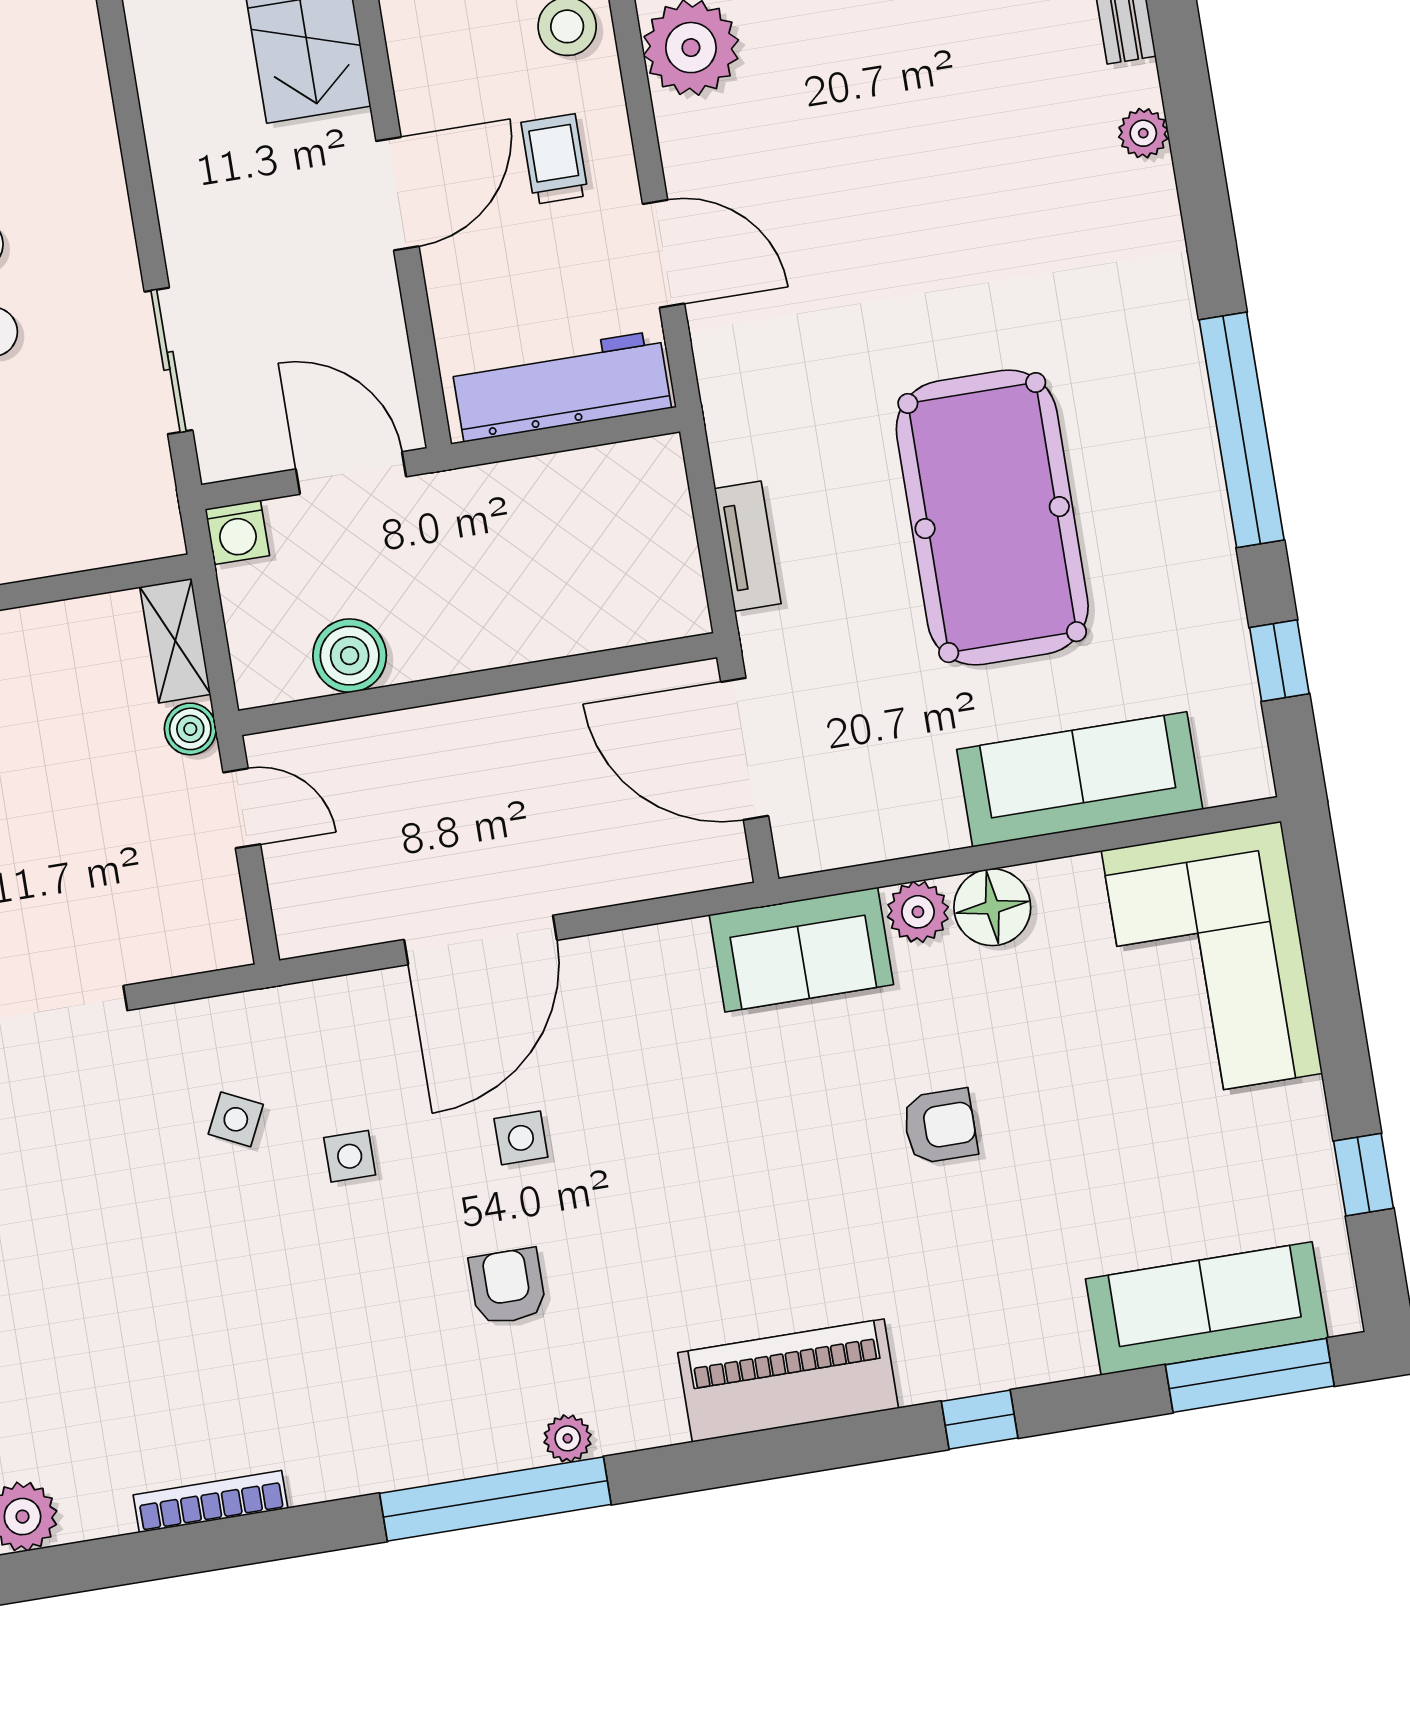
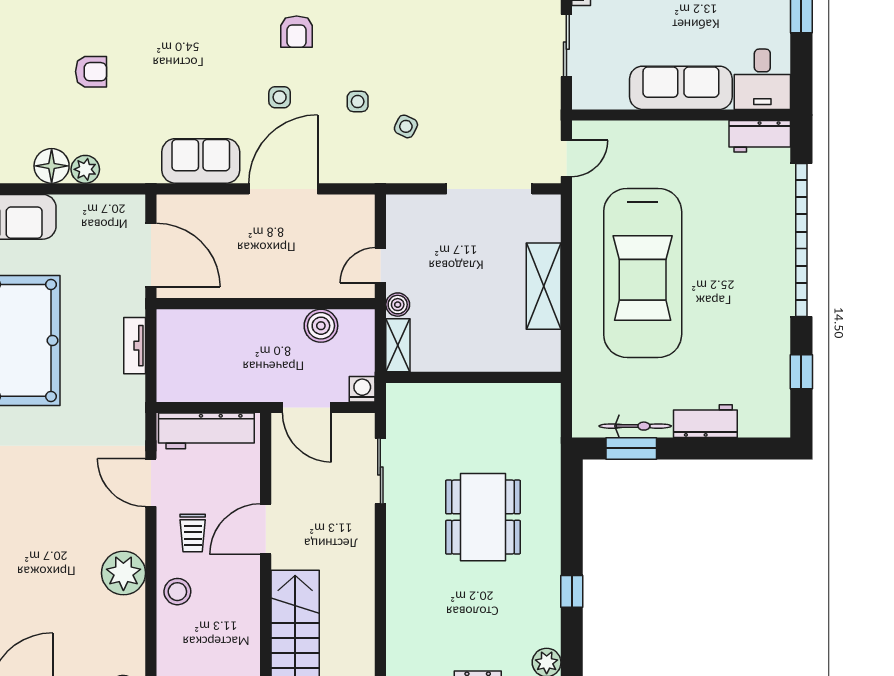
door: (242, 808) -> (380, 265), hinge flipped
sofa: (801, 950) -> (201, 161), moved
armchair: (940, 1126) -> (91, 72), turned 180

